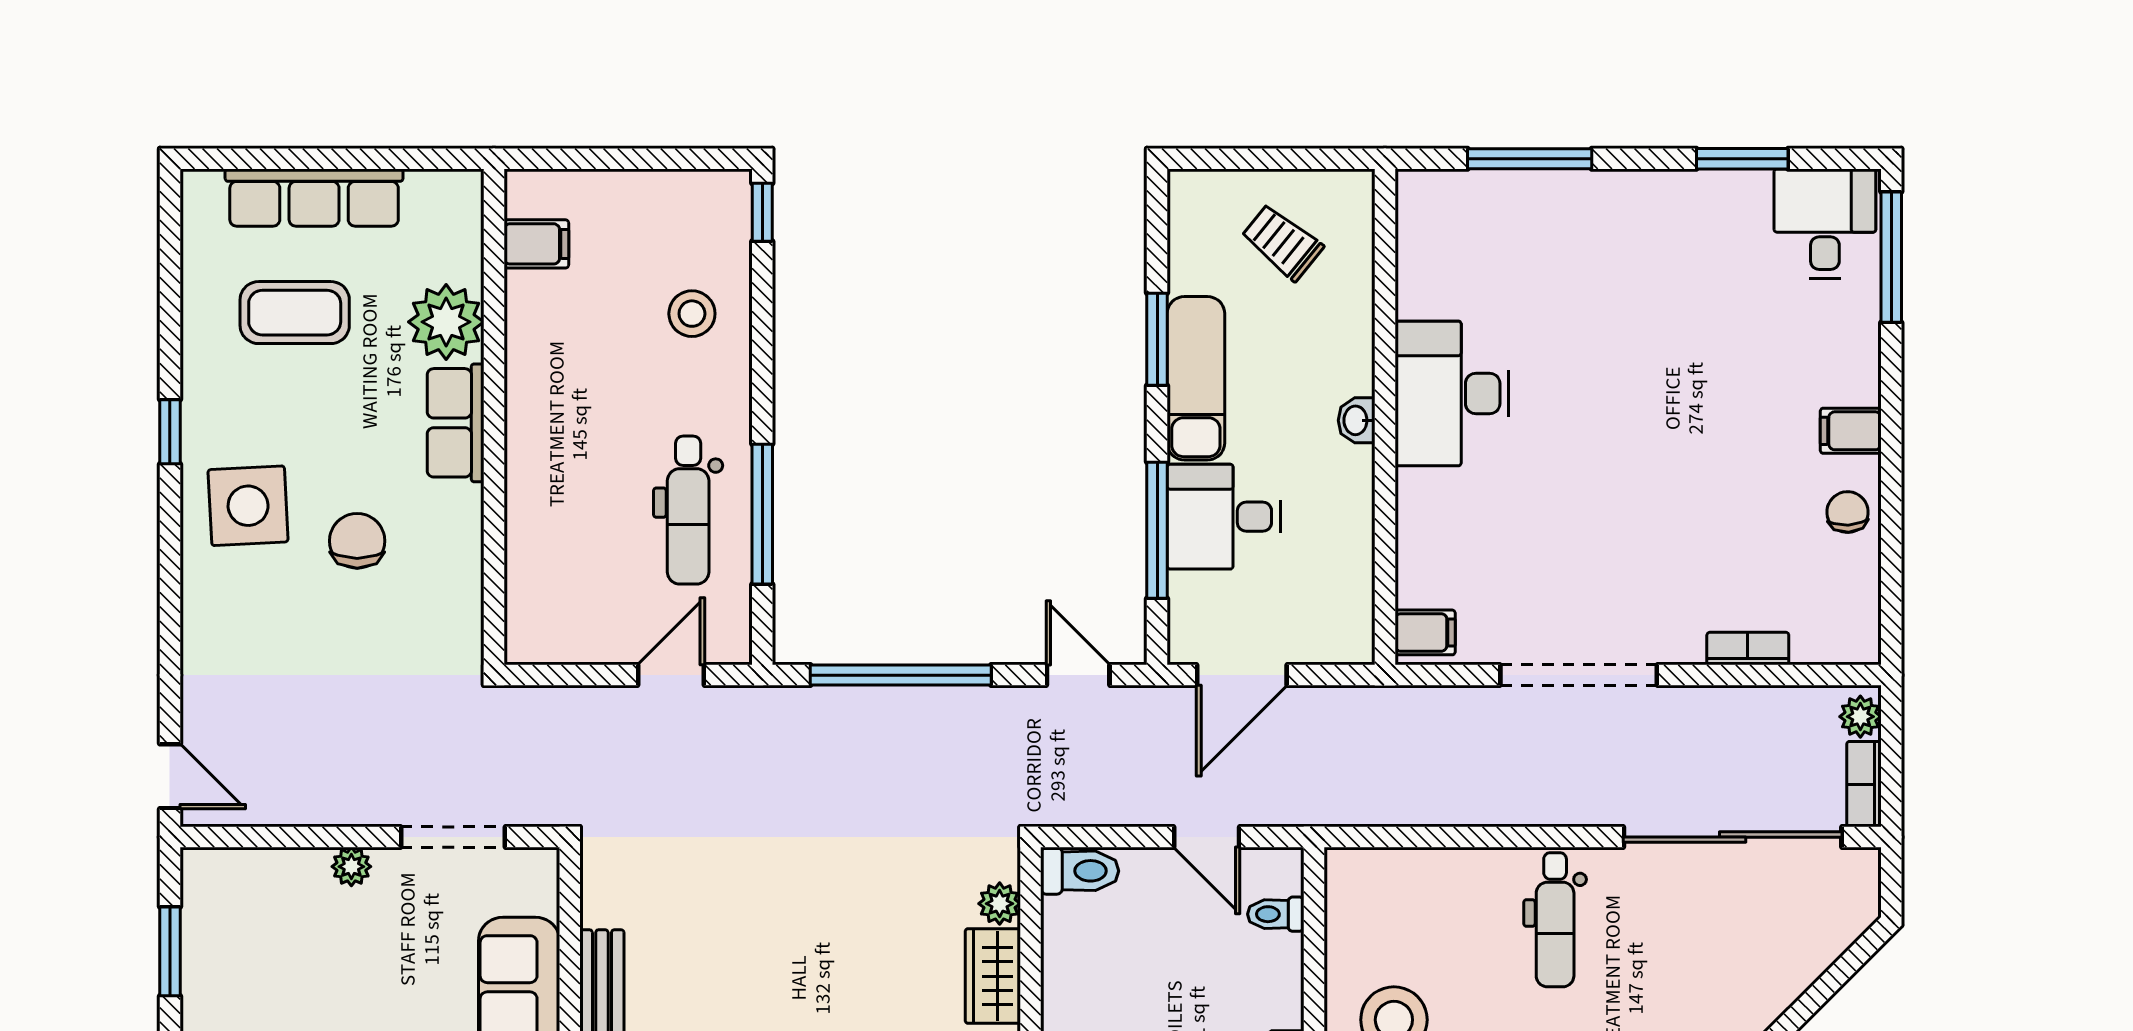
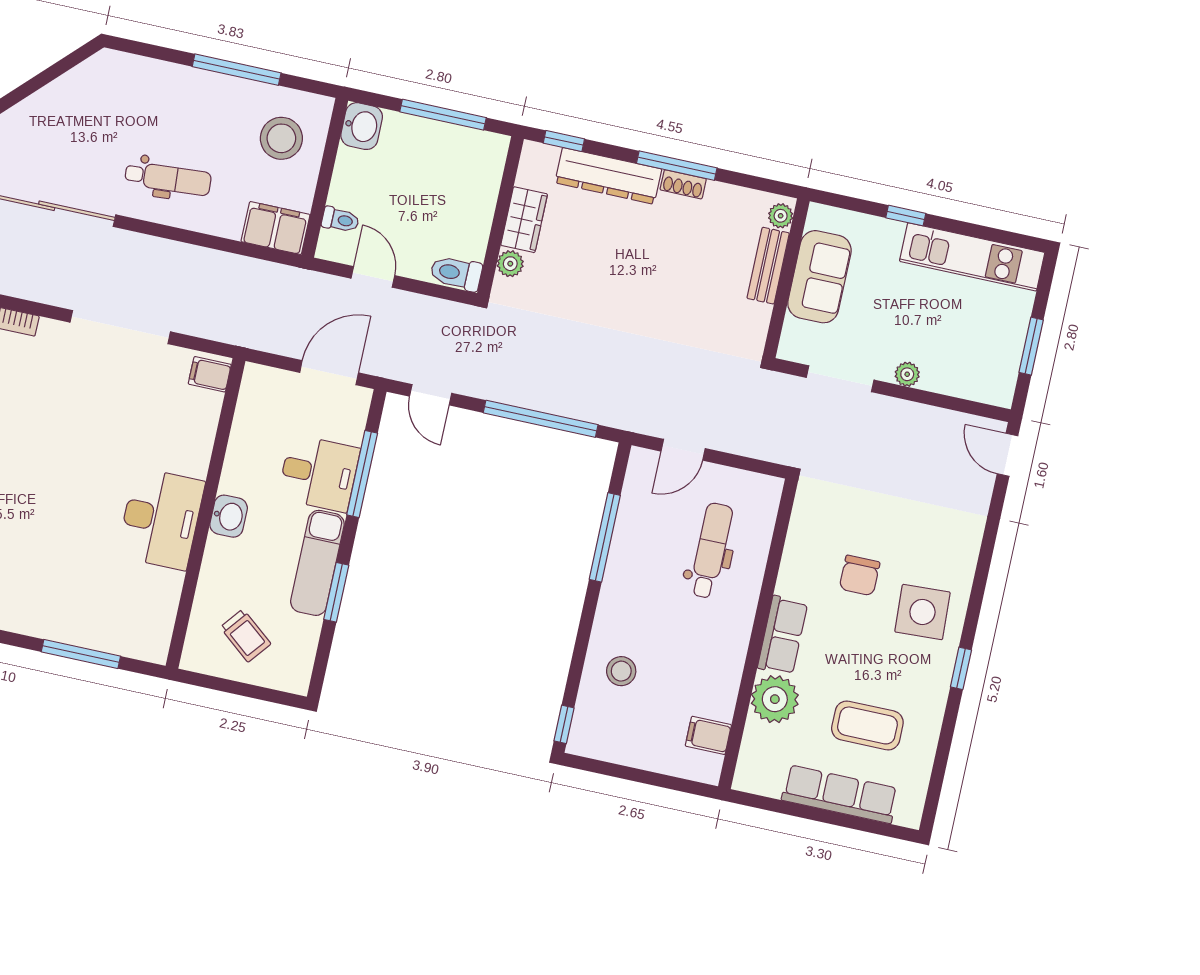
washbasin: (1357, 420) -> (229, 516), width x1.38, depth x1.45
dental chair: (688, 510) -> (711, 551), moved
filing cabinet: (1373, 880) -> (275, 228), added
dental chair: (1555, 920) -> (168, 179), turned 86

